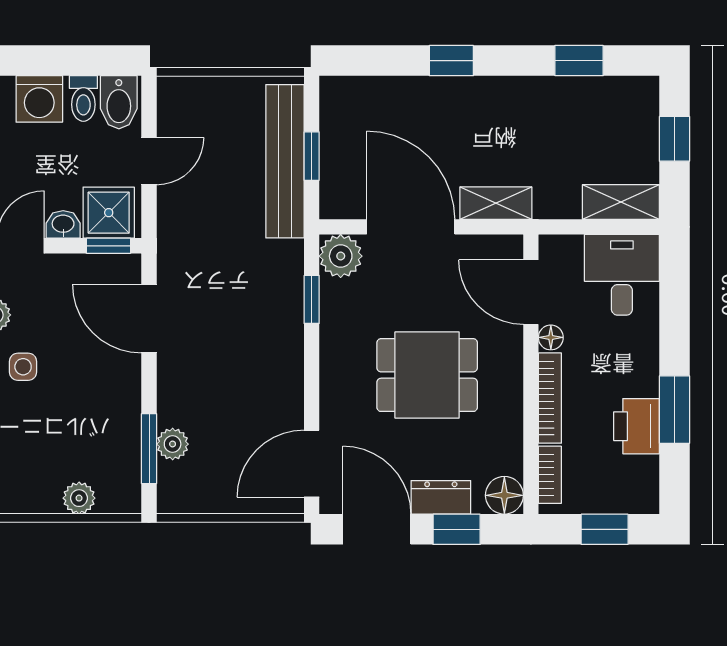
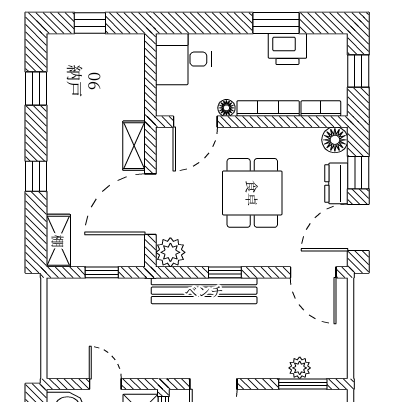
bench: (285, 161) -> (204, 291), moved
shelving: (621, 202) -> (58, 241), moved
window: (312, 299) -> (225, 272), moved

